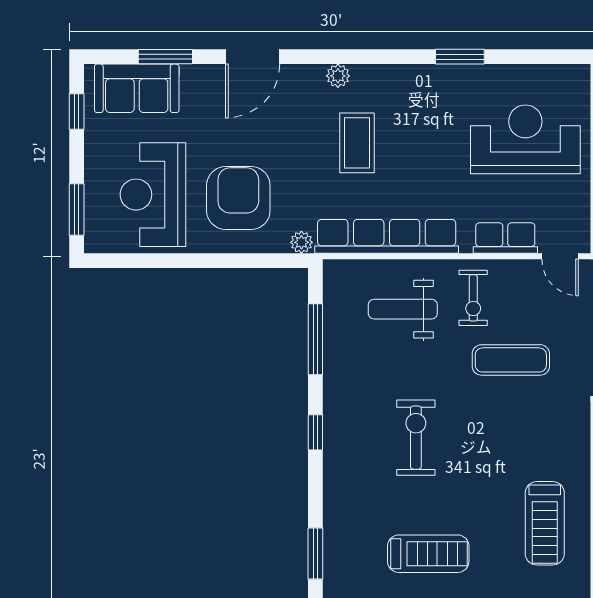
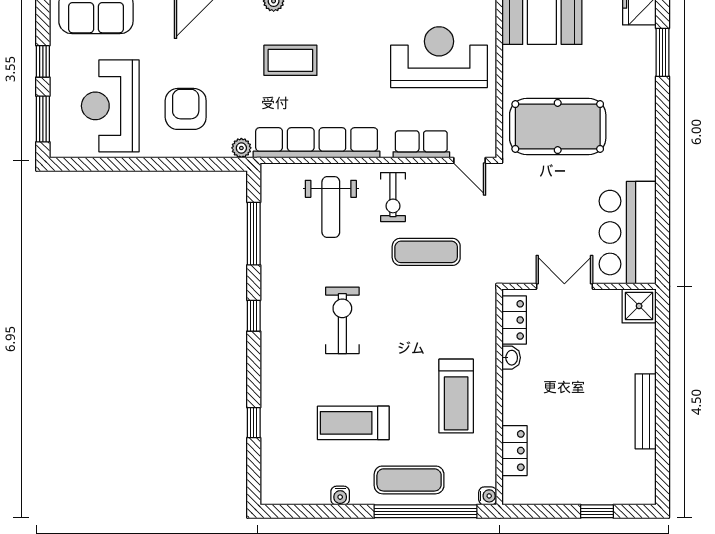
window: (77, 112) -> (43, 61), moved
coffee table: (357, 143) -> (290, 60), turned 90
armchair: (238, 198) -> (186, 109), width x0.73, depth x0.73
weight bench: (403, 309) -> (331, 207), turned -90
window: (315, 553) -> (254, 423), width x0.67
treadmill: (428, 554) -> (353, 423), turned 180

